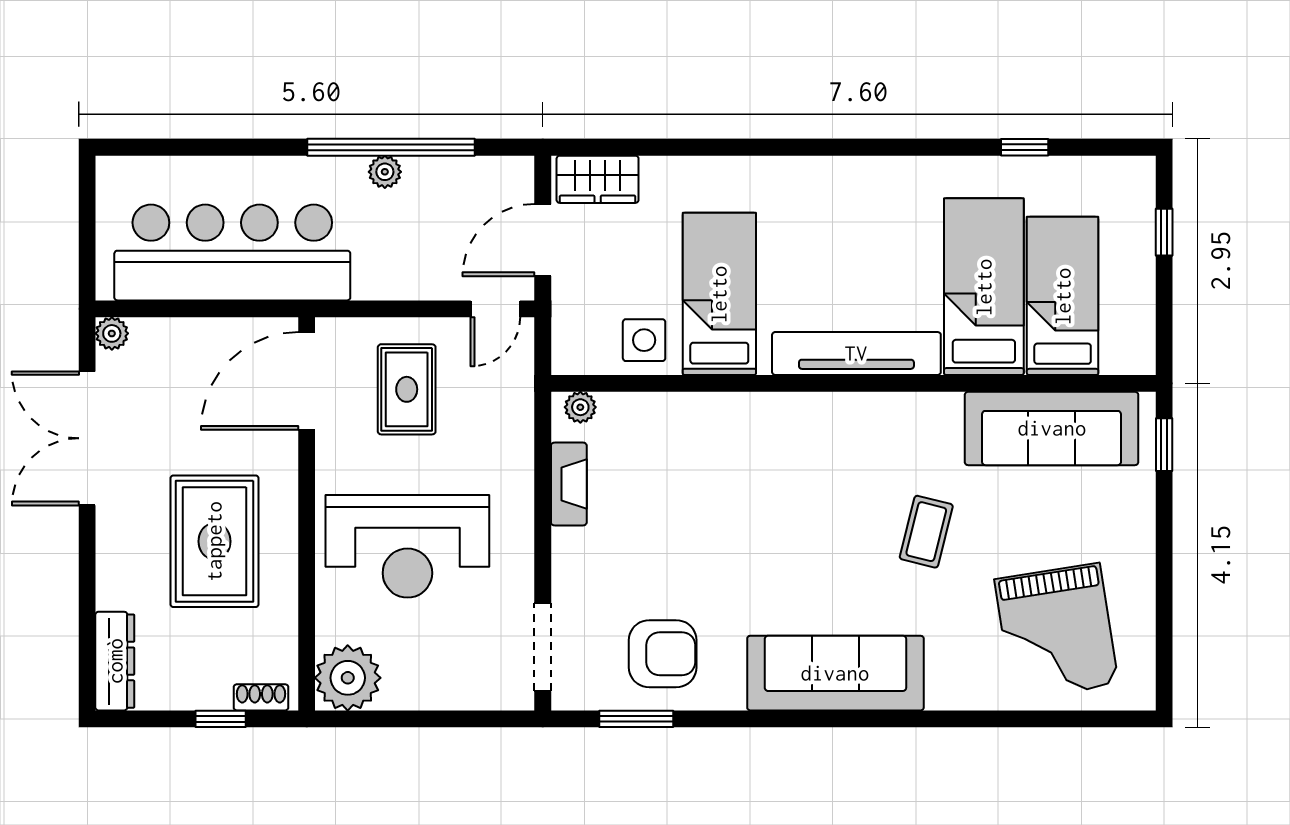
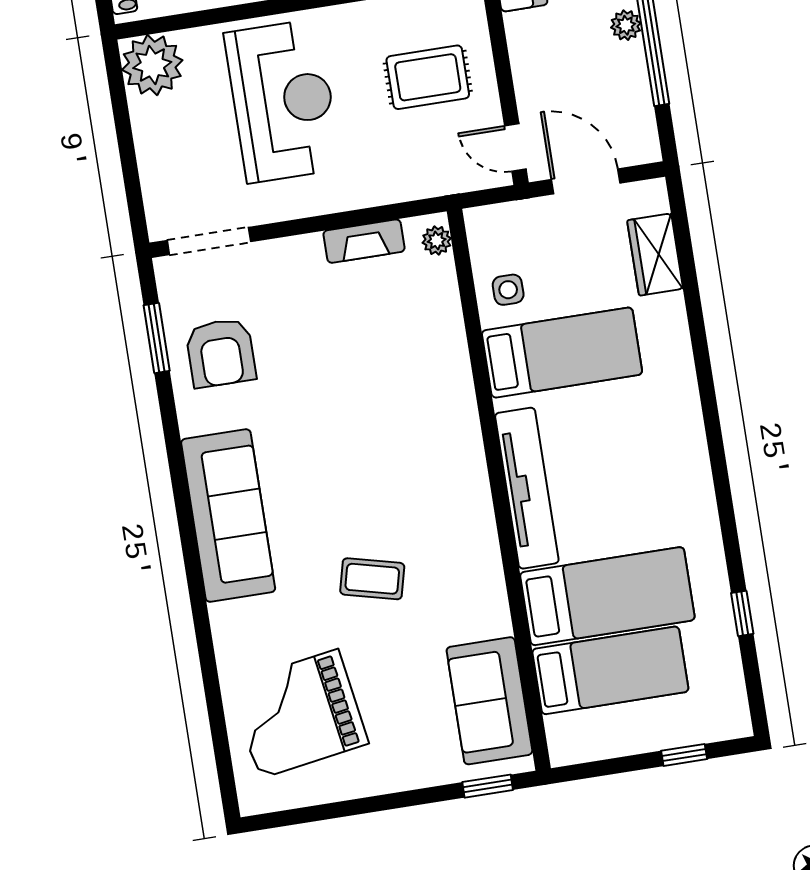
wardrobe: (598, 179) -> (655, 255), moved
side table: (644, 340) -> (508, 290), width x0.73, depth x0.73
sofa: (1052, 428) -> (489, 701), width x0.73
reception desk: (407, 546) -> (283, 101), turned 180

